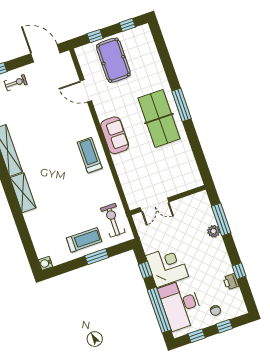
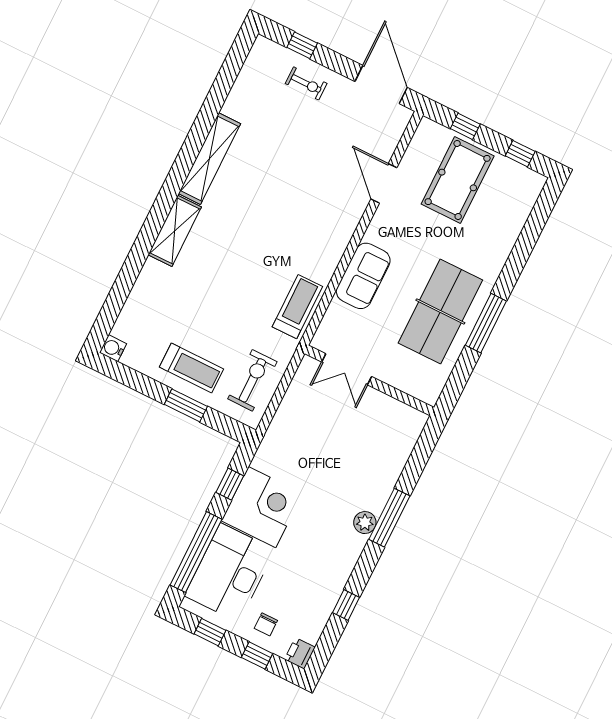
treadmill: (90, 155) -> (297, 307), moved
wall: (168, 200) -> (369, 381), moved
double door: (154, 205) -> (347, 369), moved
printer: (231, 282) -> (300, 653), moved

